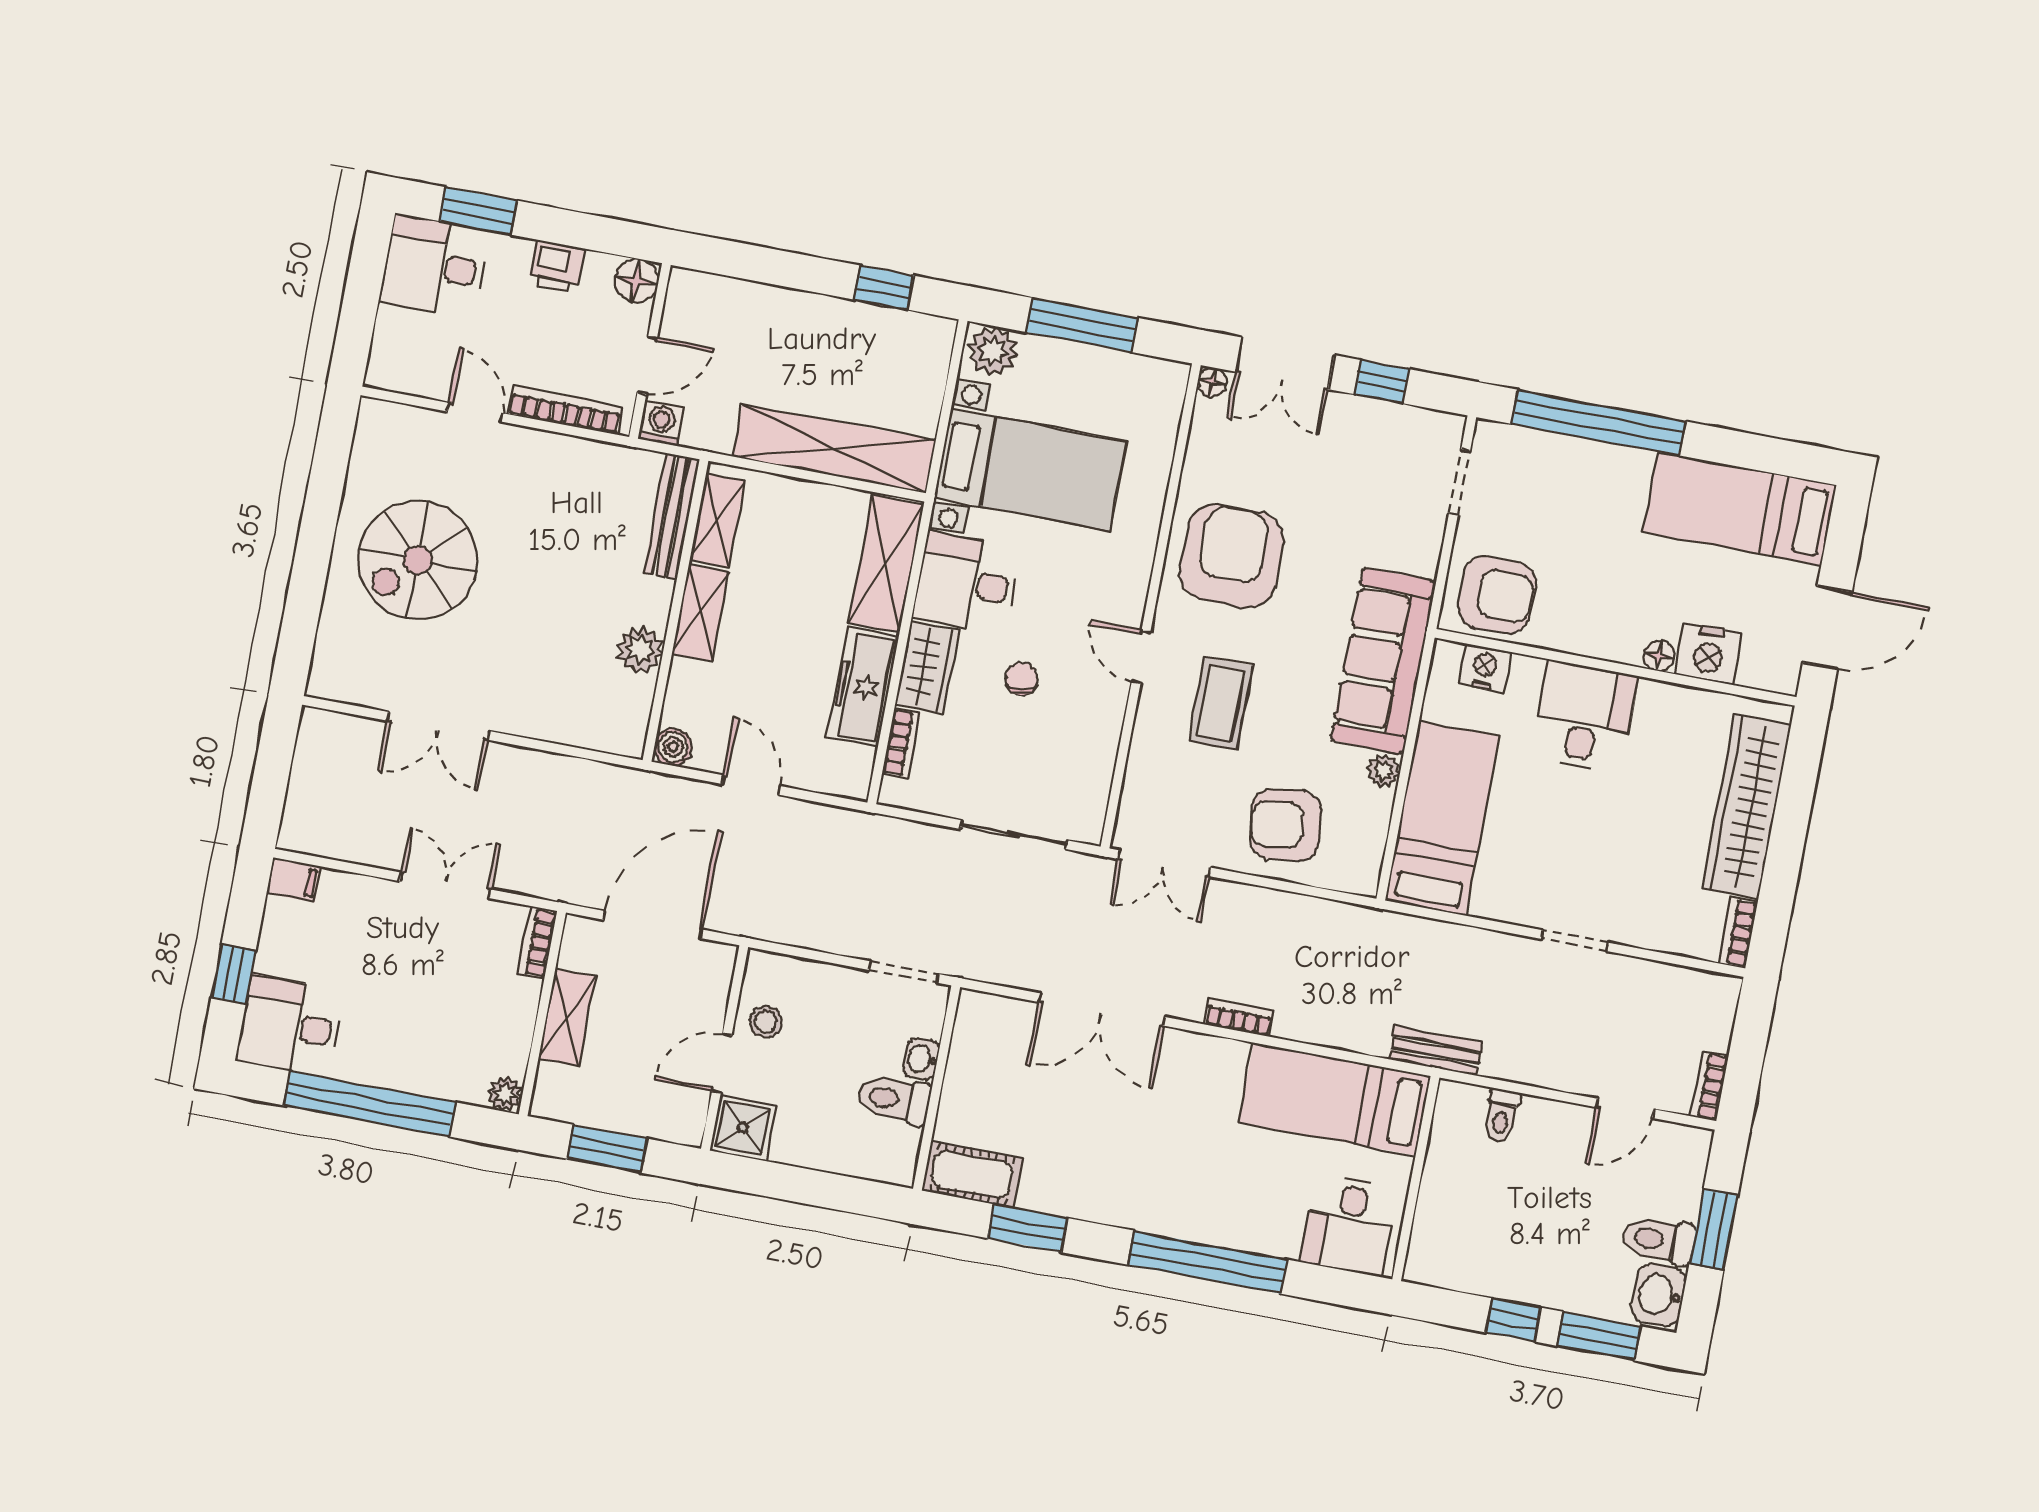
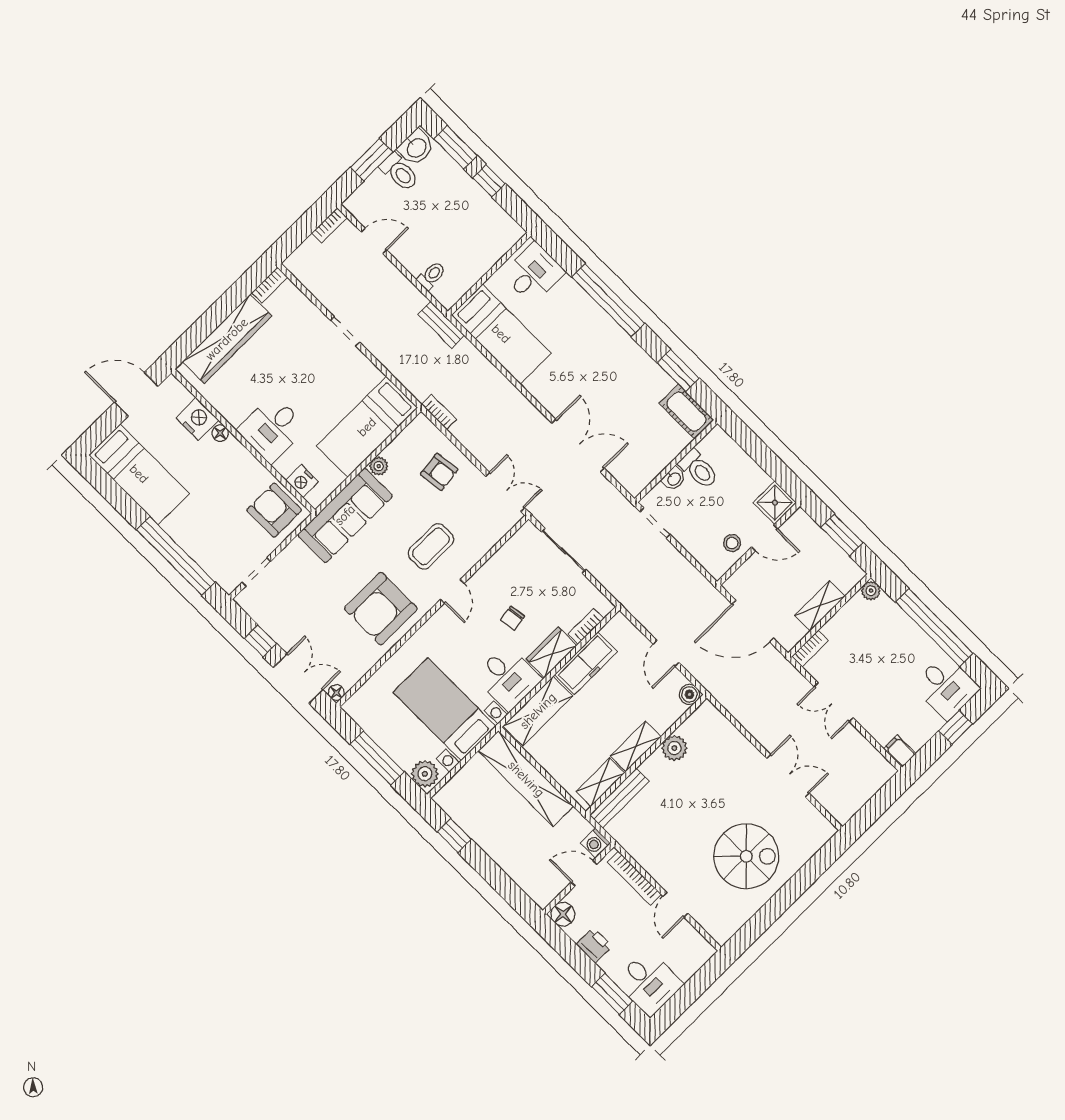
armchair: (1286, 825) -> (439, 472), width x0.72, depth x0.72
bookcase: (1239, 1018) -> (439, 412), moved, turned 180

